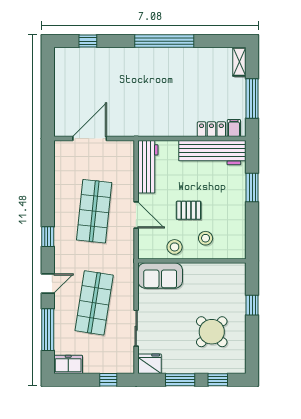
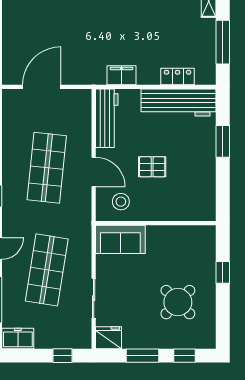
filing cabinet: (234, 128) -> (121, 75), moved, width x2.00
stool: (206, 238) -> (171, 198), removed
stool: (175, 247) -> (121, 202), moved

